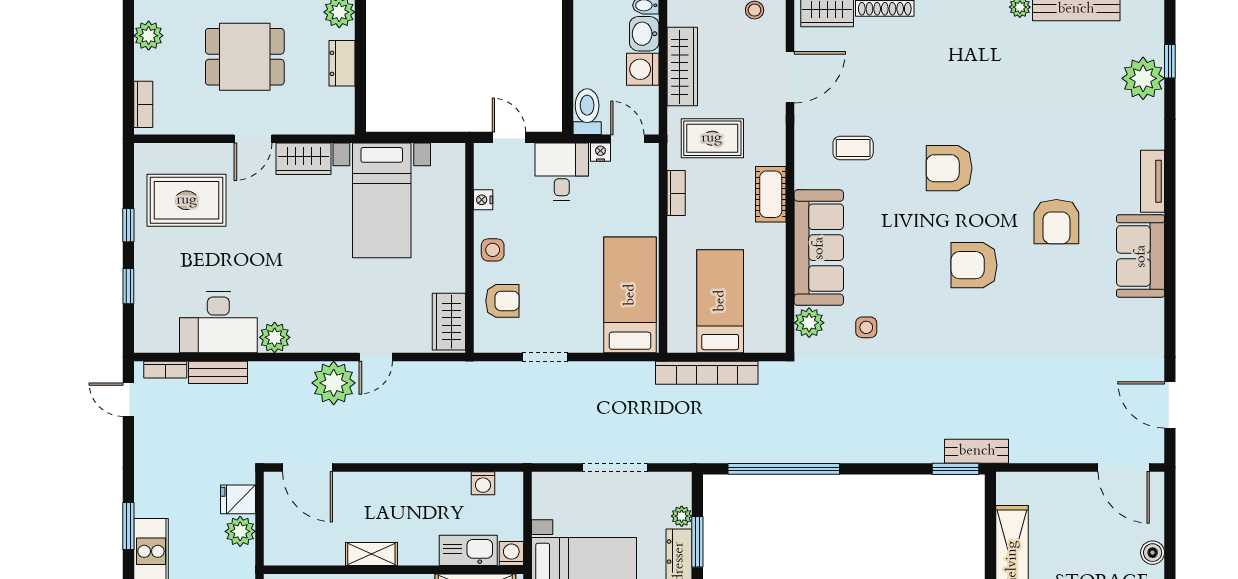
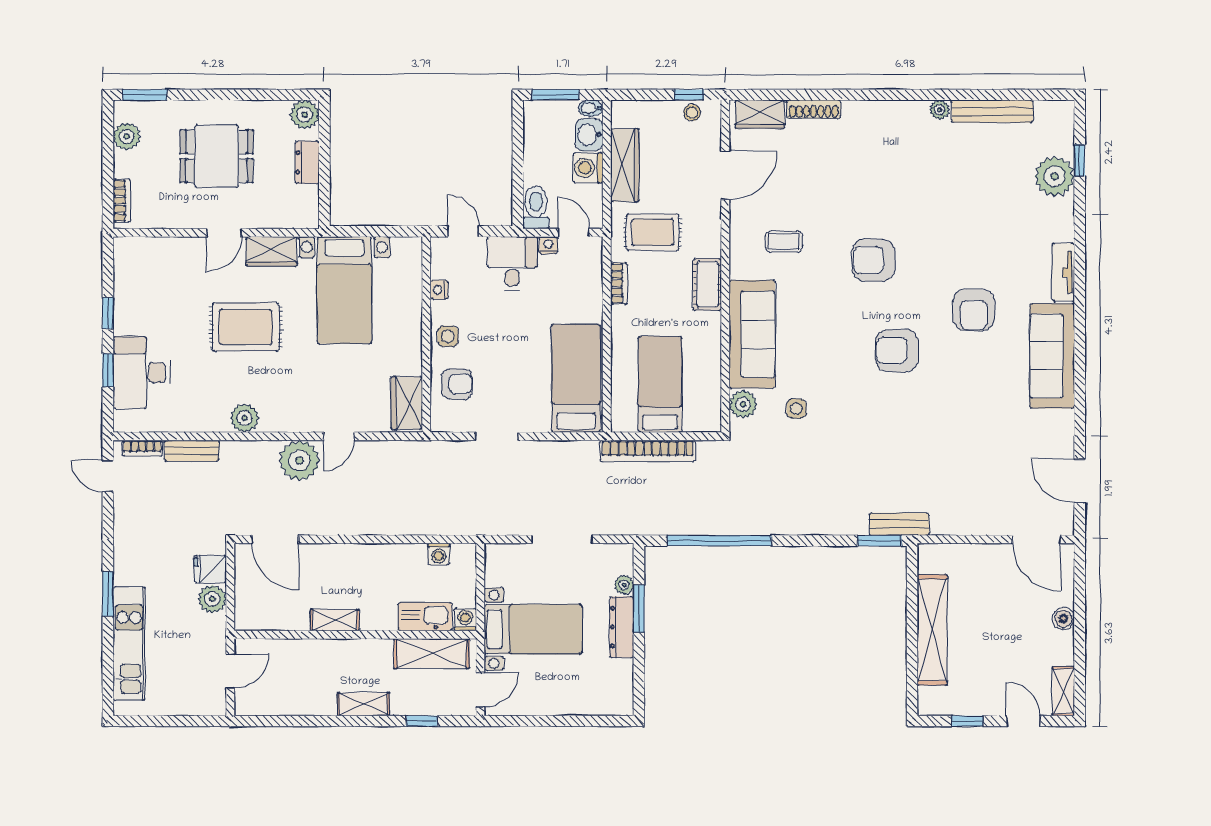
rug: (187, 200) -> (246, 327), moved
sofa: (1141, 256) -> (1052, 356), width x1.36
desk: (218, 322) -> (141, 373), moved, turned 90

